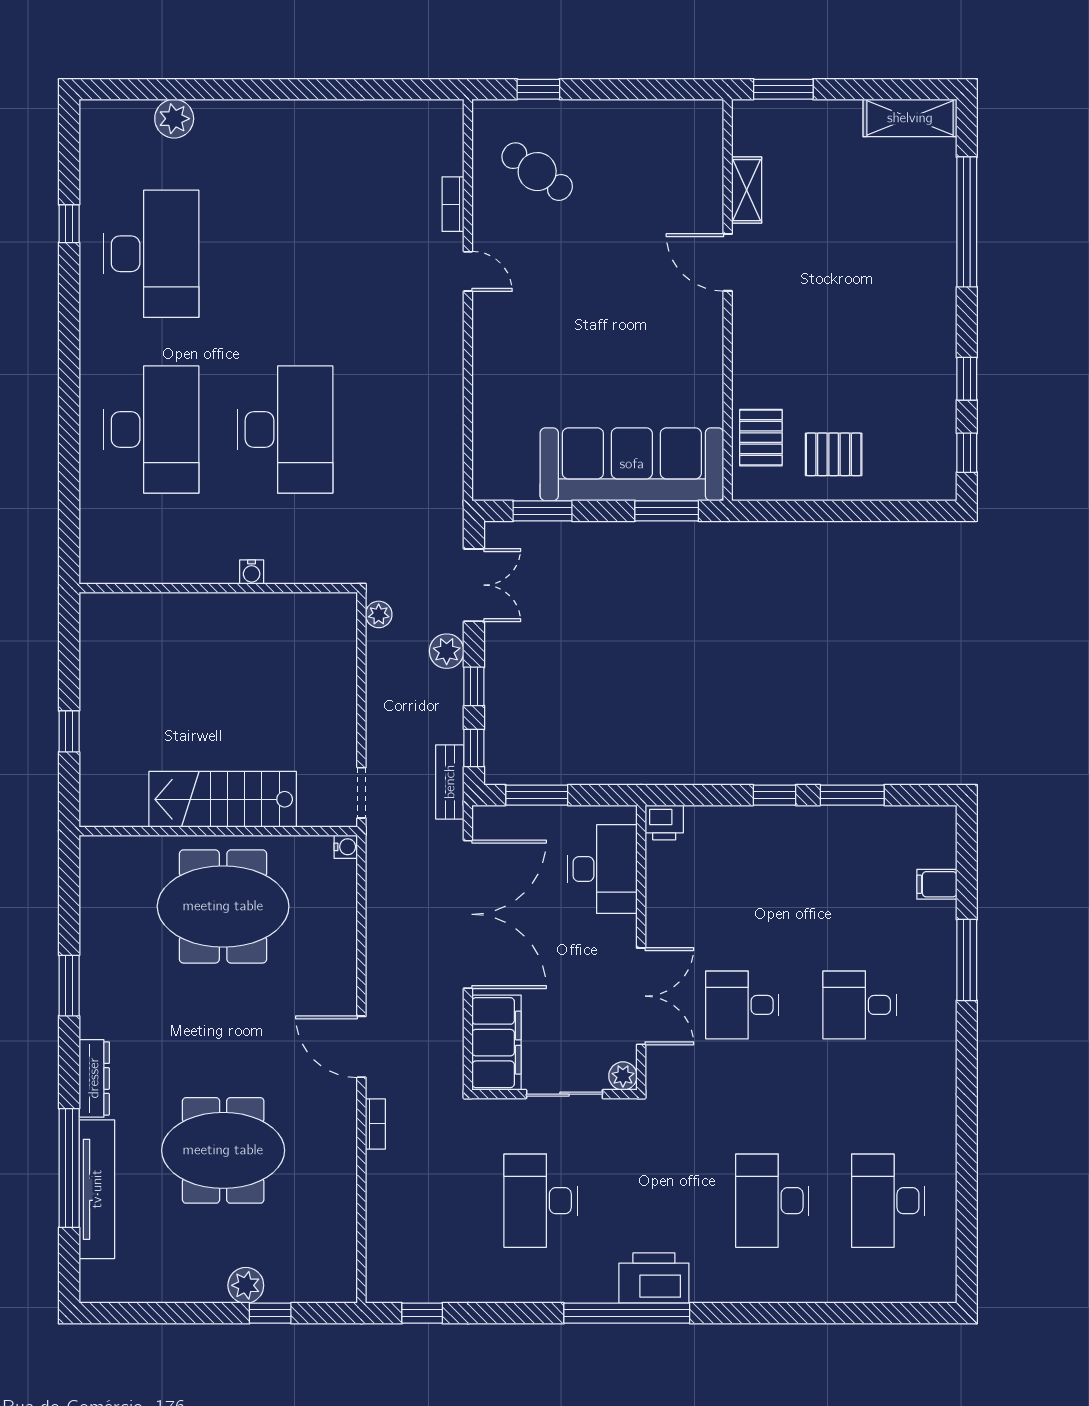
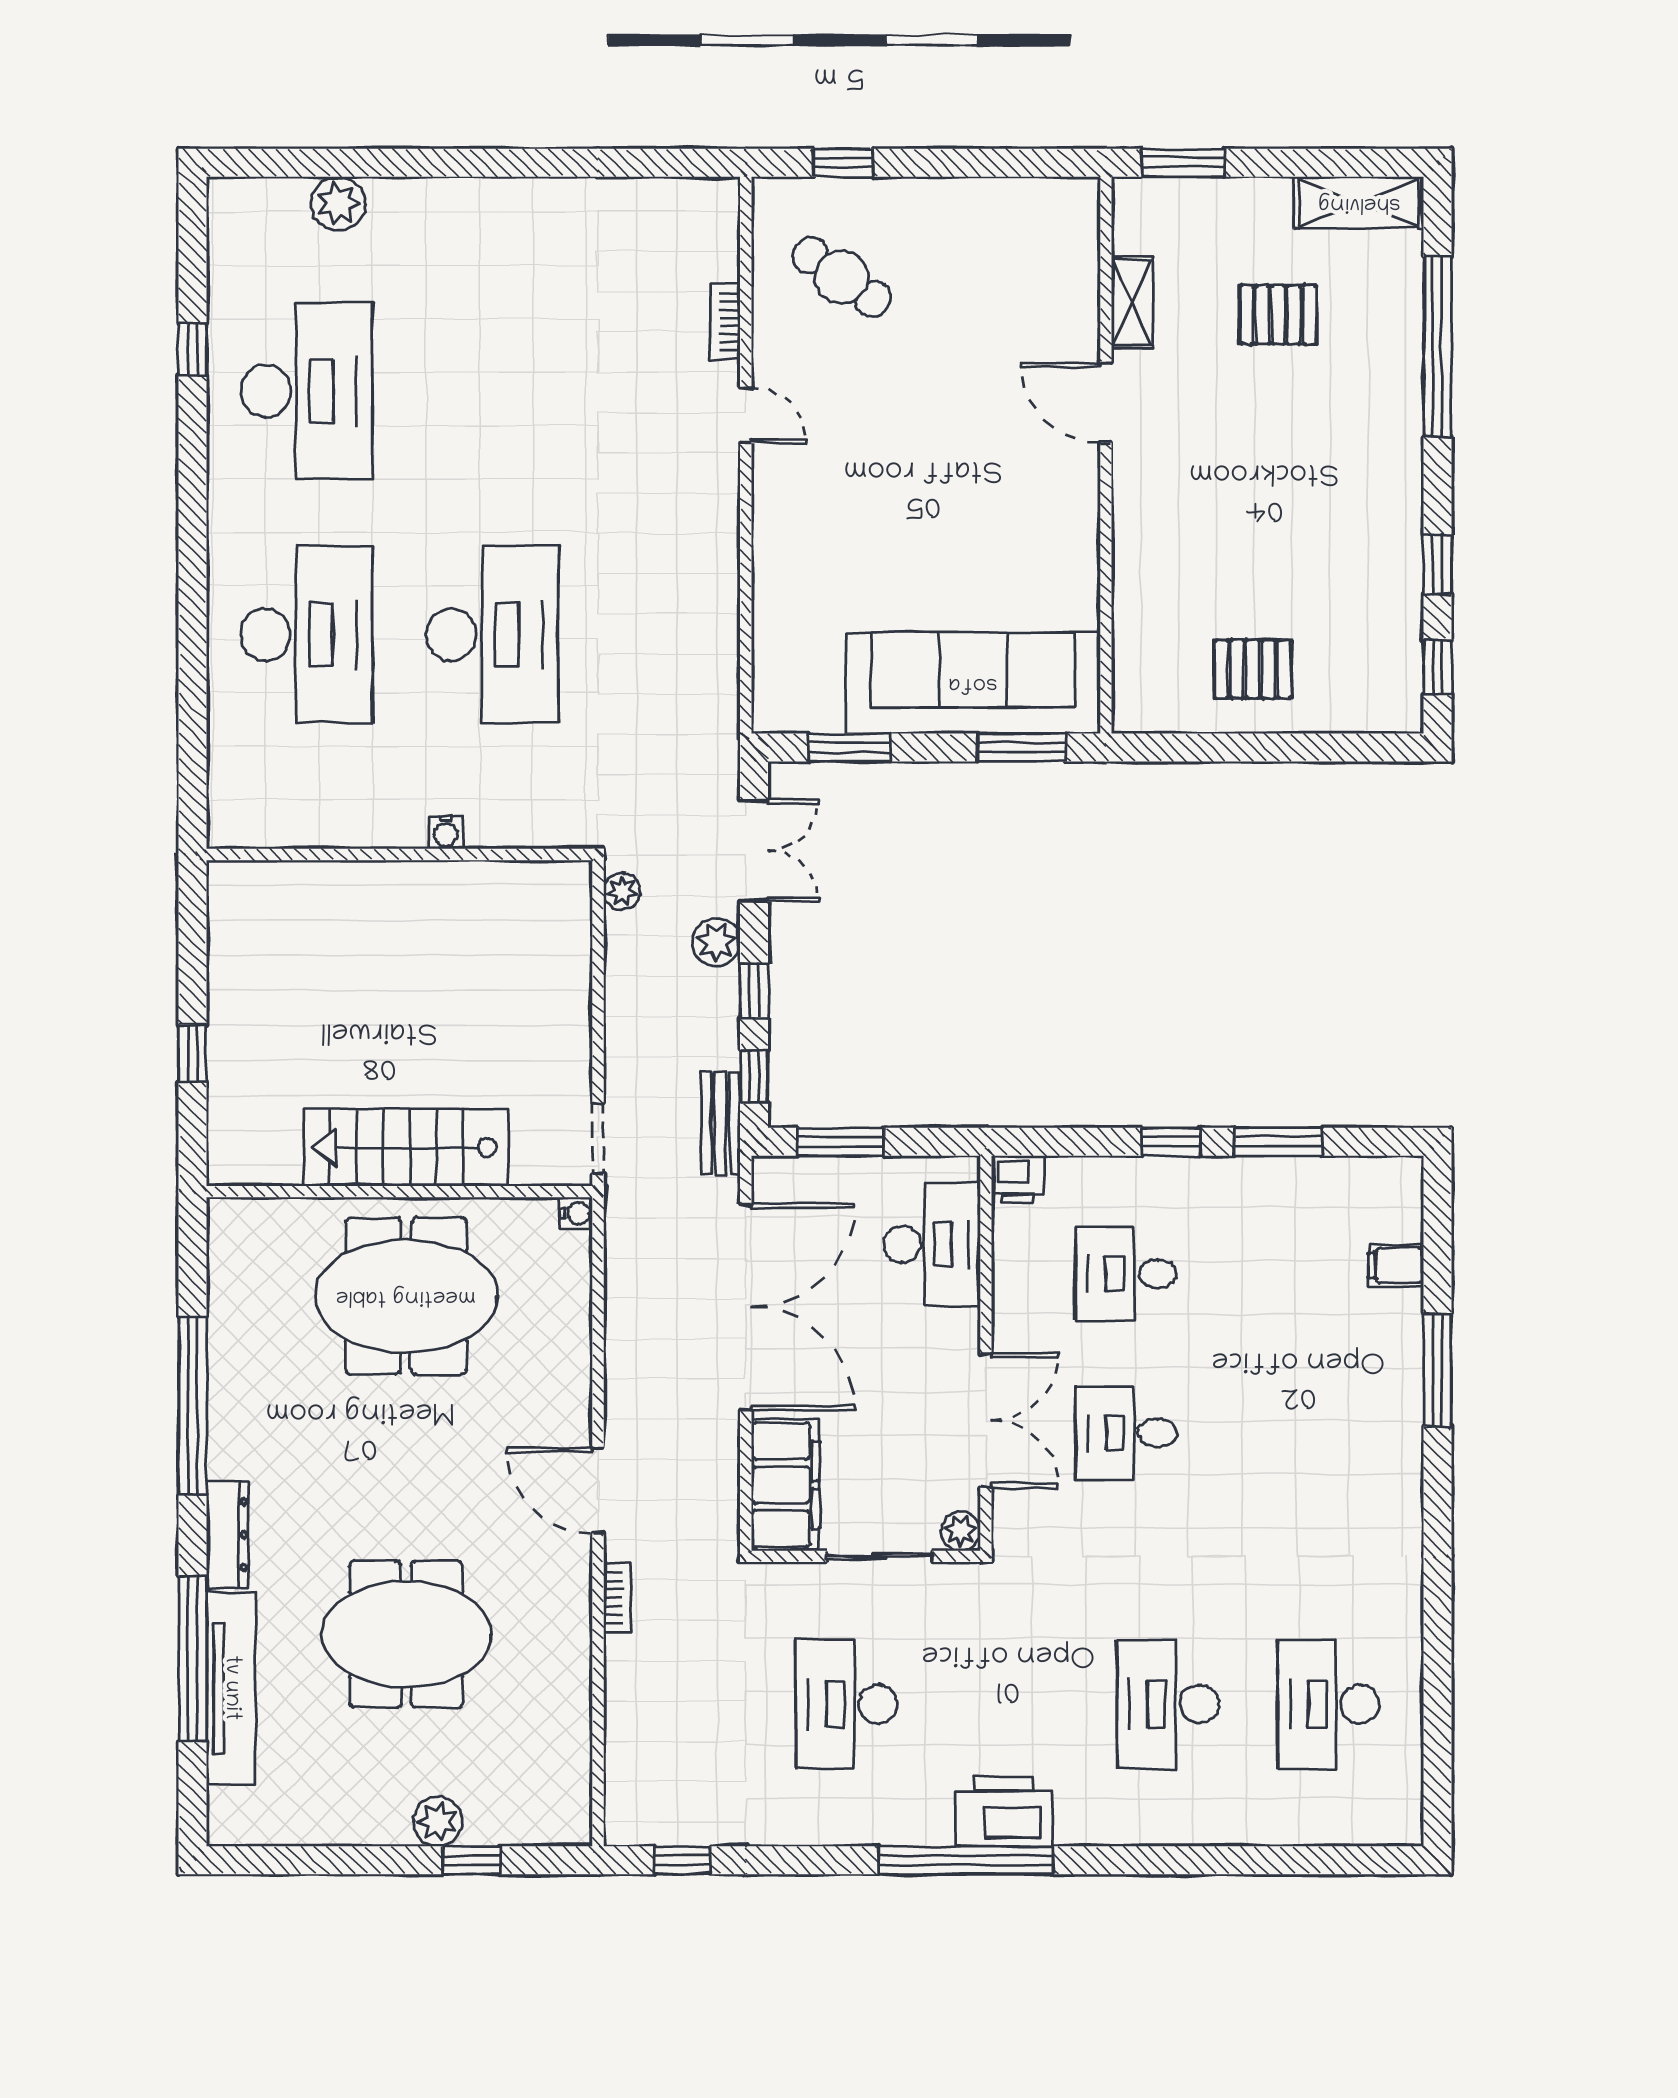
pallet: (761, 438) -> (1278, 315), moved, turned 90
window: (69, 986) -> (193, 1406), width x2.11
desk: (860, 1005) -> (1126, 1274), moved

